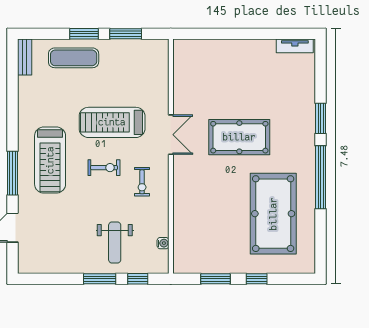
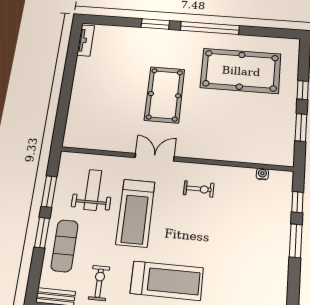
exercise bike: (104, 168) -> (99, 283), moved
weight bench: (115, 242) -> (93, 190), moved, turned -90

